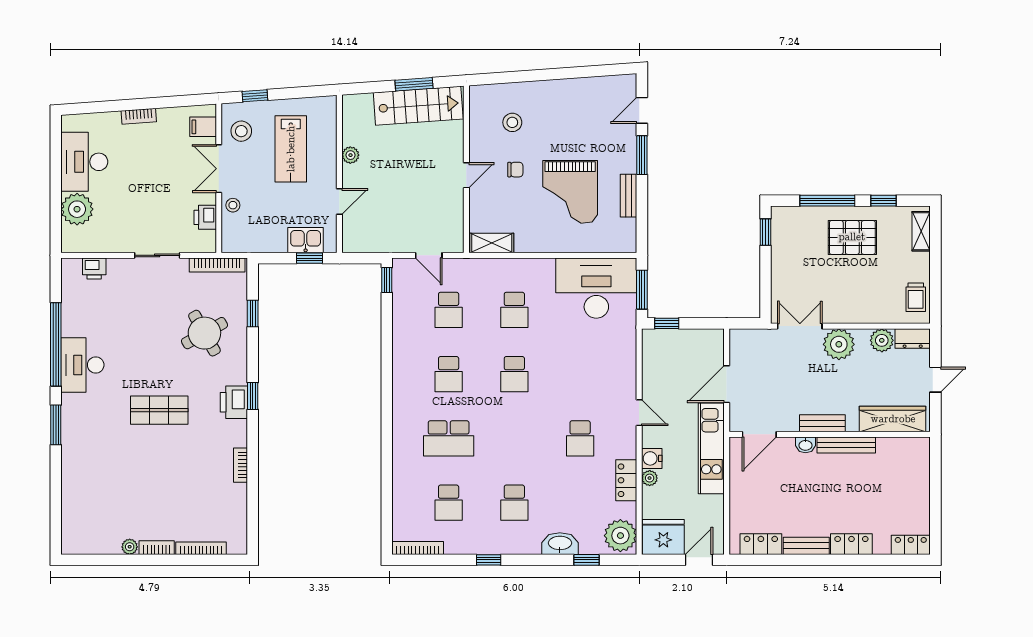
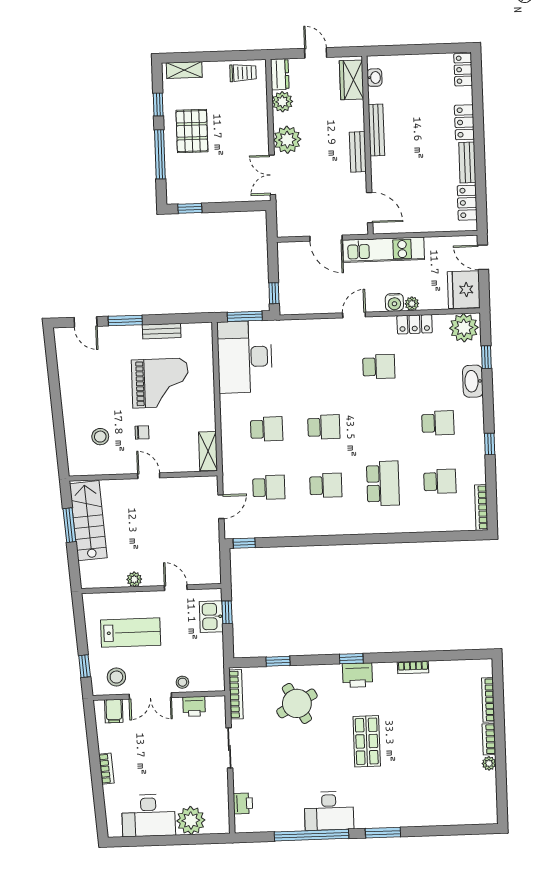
chair: (515, 170) -> (142, 432), turned 90
wardrobe: (893, 419) -> (352, 80), width x0.67
washbasin: (805, 445) -> (375, 78), moved

